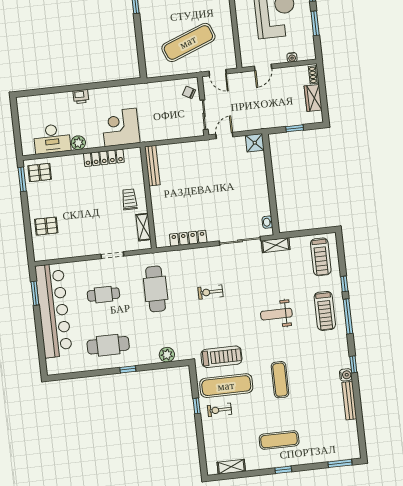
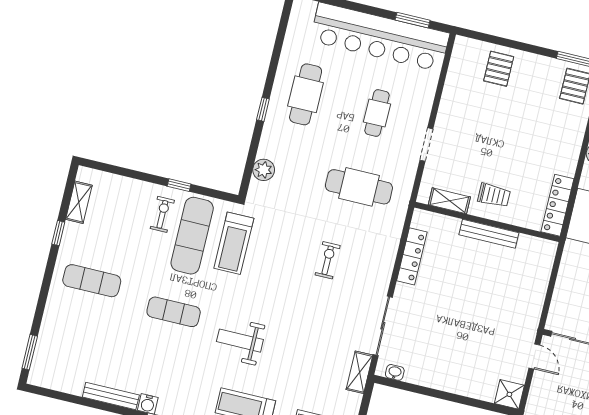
locker: (104, 158) -> (557, 205), moved
bench: (152, 166) -> (489, 234), moved
weight bench: (276, 314) -> (240, 341), moved, turned -90
exercise mat: (279, 440) -> (92, 281), turned 90
window: (283, 470) -> (58, 233), moved

